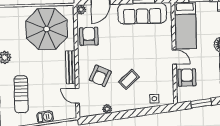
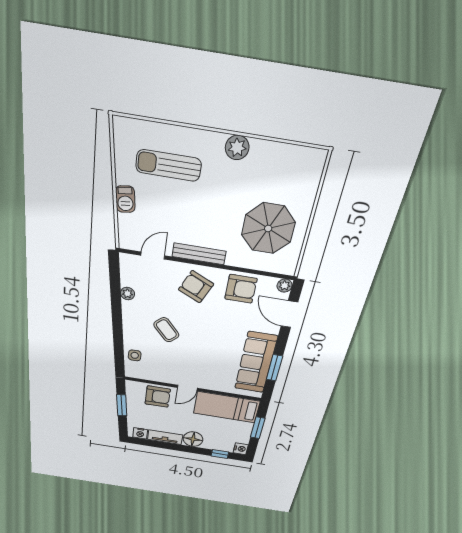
parasol: (47, 29) -> (268, 228), width x0.73, depth x0.73
armchair: (100, 76) -> (196, 287), moved

